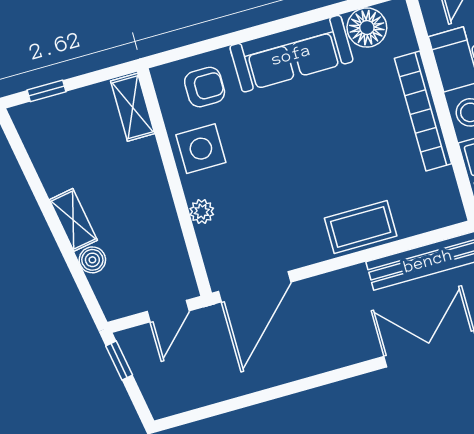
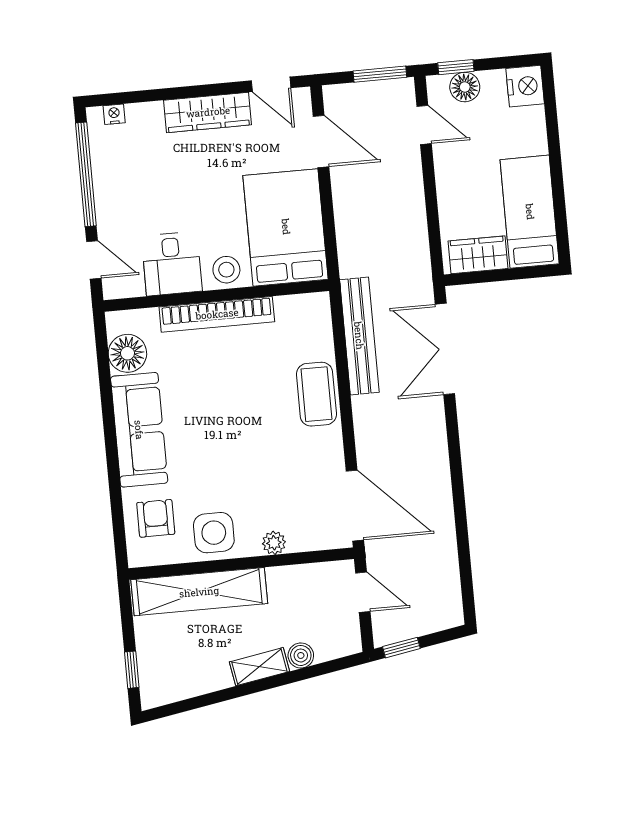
shelving: (133, 107) -> (199, 592), width x2.20, depth x1.33

